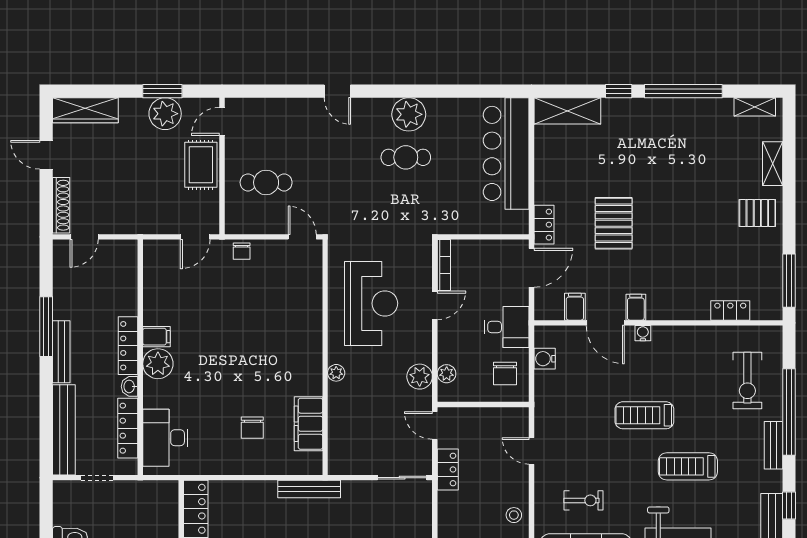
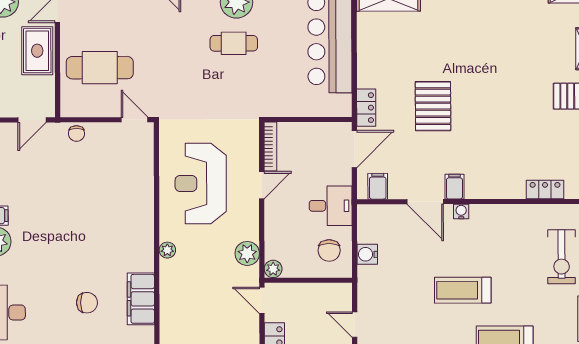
cafe table: (266, 182) -> (100, 68), width x1.37, depth x1.35
reception desk: (371, 303) -> (201, 183), turned 180
filing cabinet: (575, 307) -> (378, 186), moved
water cooler: (545, 359) -> (367, 254), moved
plant: (447, 374) -> (273, 269), moved
chair: (252, 428) -> (87, 303), turned -90

